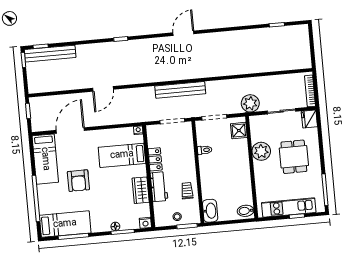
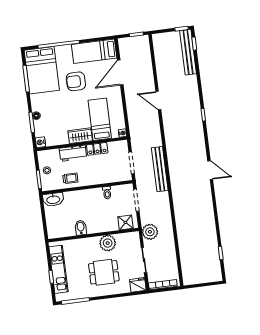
door: (70, 130) -> (120, 73), swing flipped
wardrobe: (141, 190) -> (80, 136), moved
bidet: (246, 211) -> (81, 228), moved
bed: (65, 224) -> (42, 70), width x1.50

